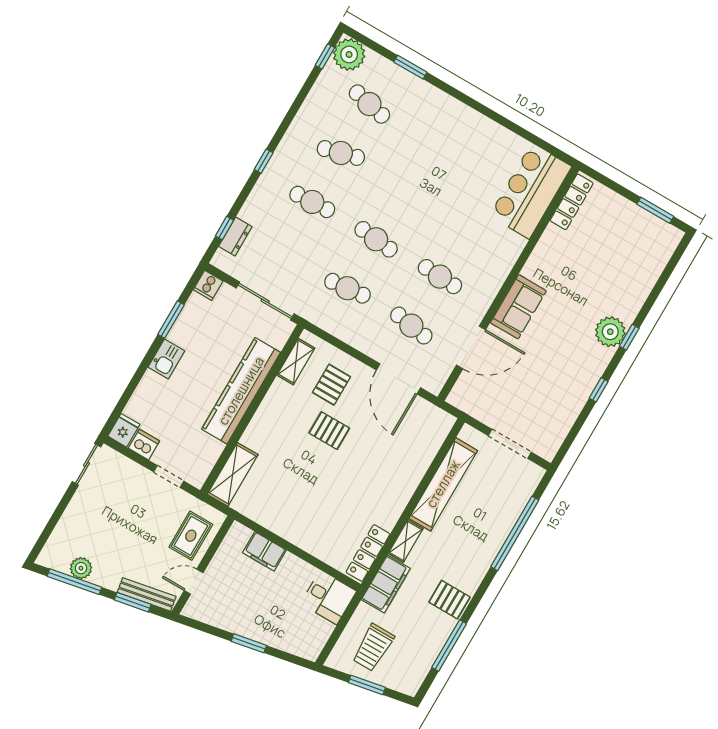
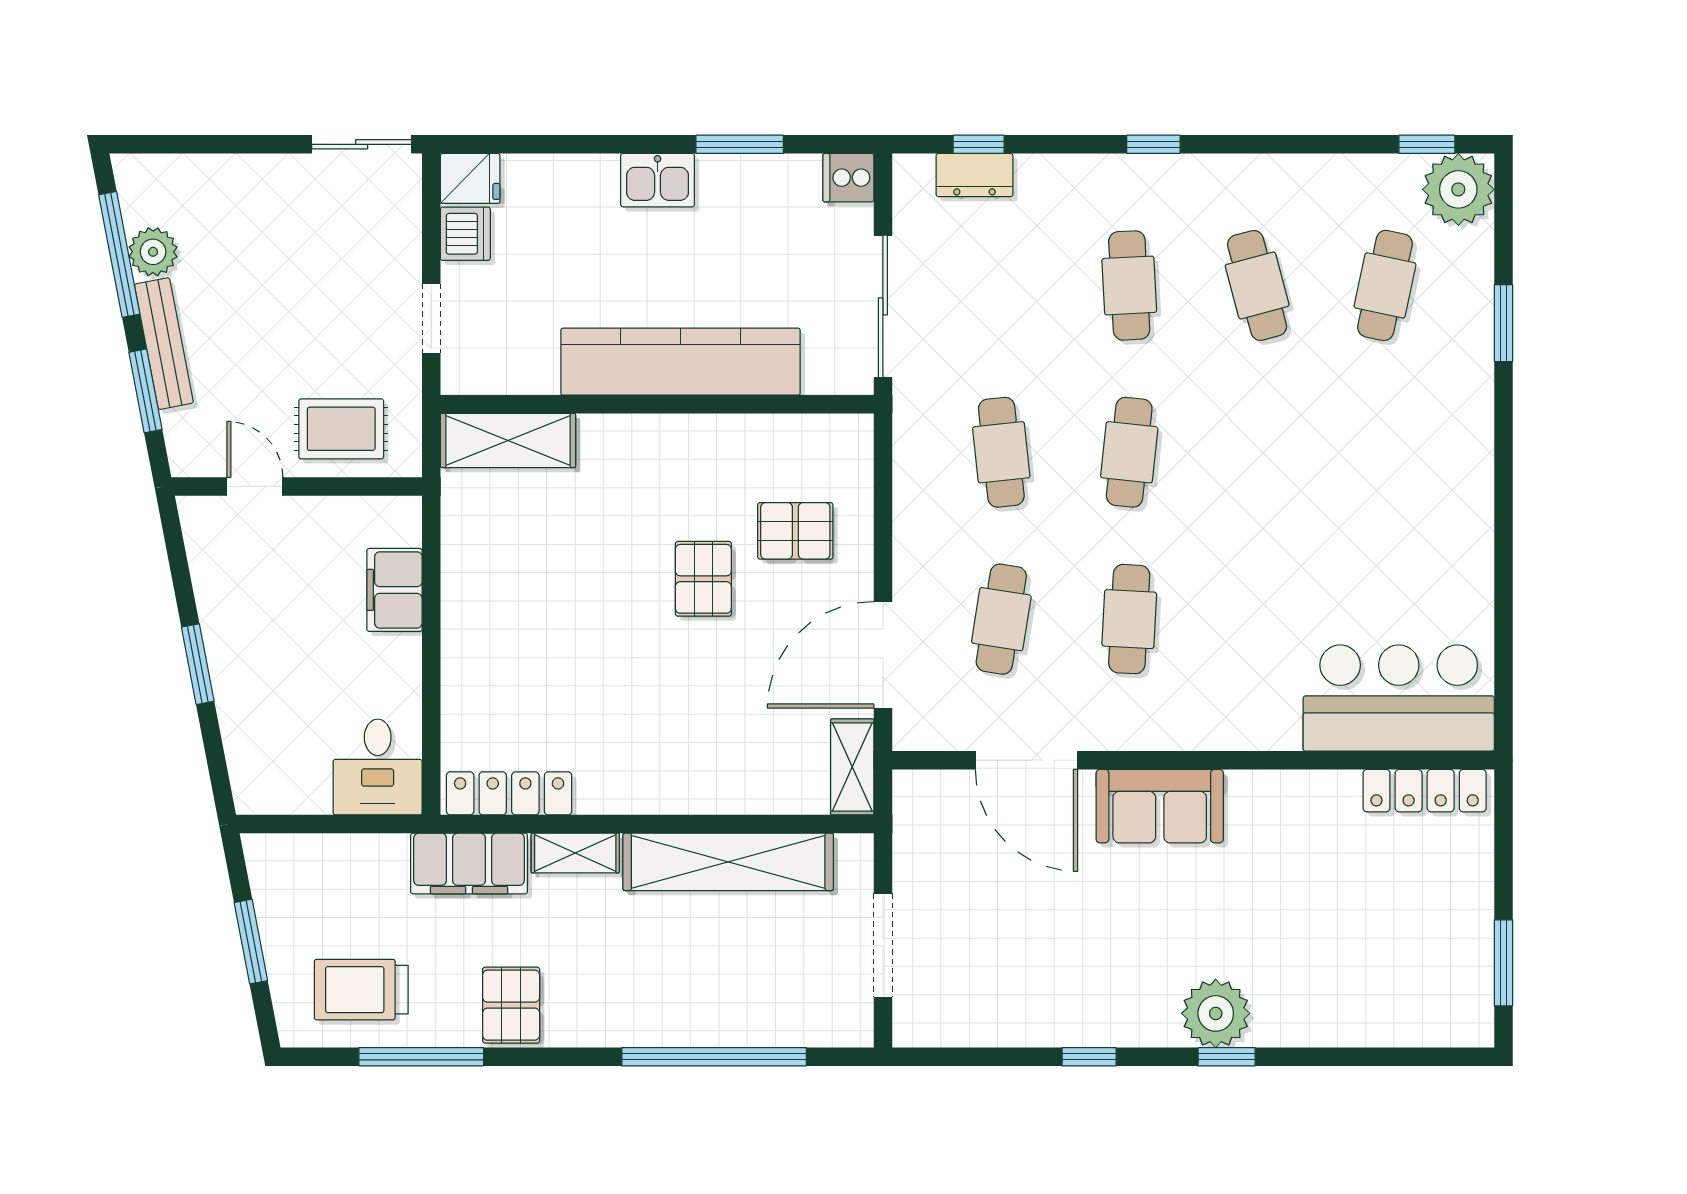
shelving: (296, 362) -> (852, 767), moved, turned 90
bench: (147, 594) -> (164, 344), moved
trolley: (373, 648) -> (361, 990), moved

